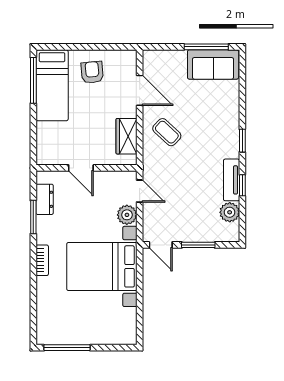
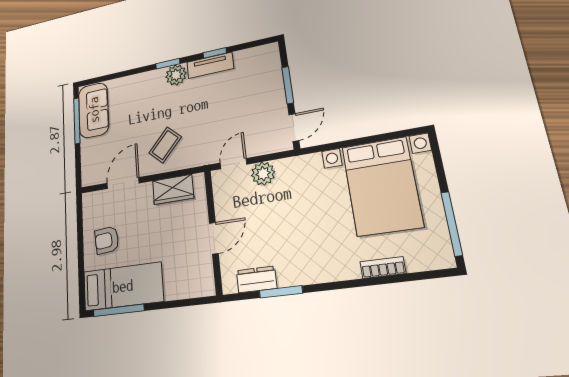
plant: (230, 212) -> (176, 75), moved
bookcase: (42, 260) -> (383, 268), moved
bed with nightstands: (102, 266) -> (382, 186), moved

